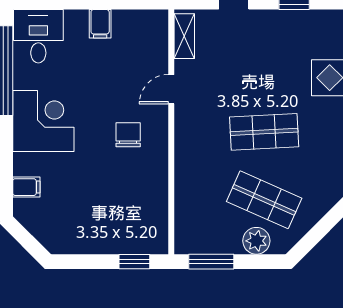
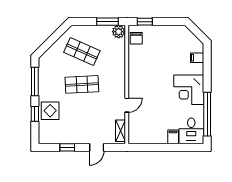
filing cabinet: (100, 24) -> (173, 137), moved
chair: (128, 135) -> (136, 38), moved
plant: (256, 241) -> (119, 32), moved

